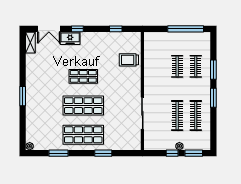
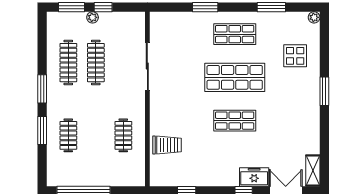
clothes rail: (177, 66) -> (123, 135), moved
display table: (42, 120) -> (295, 56), added
shop shelf: (83, 135) -> (235, 34), width x0.70, depth x0.74

